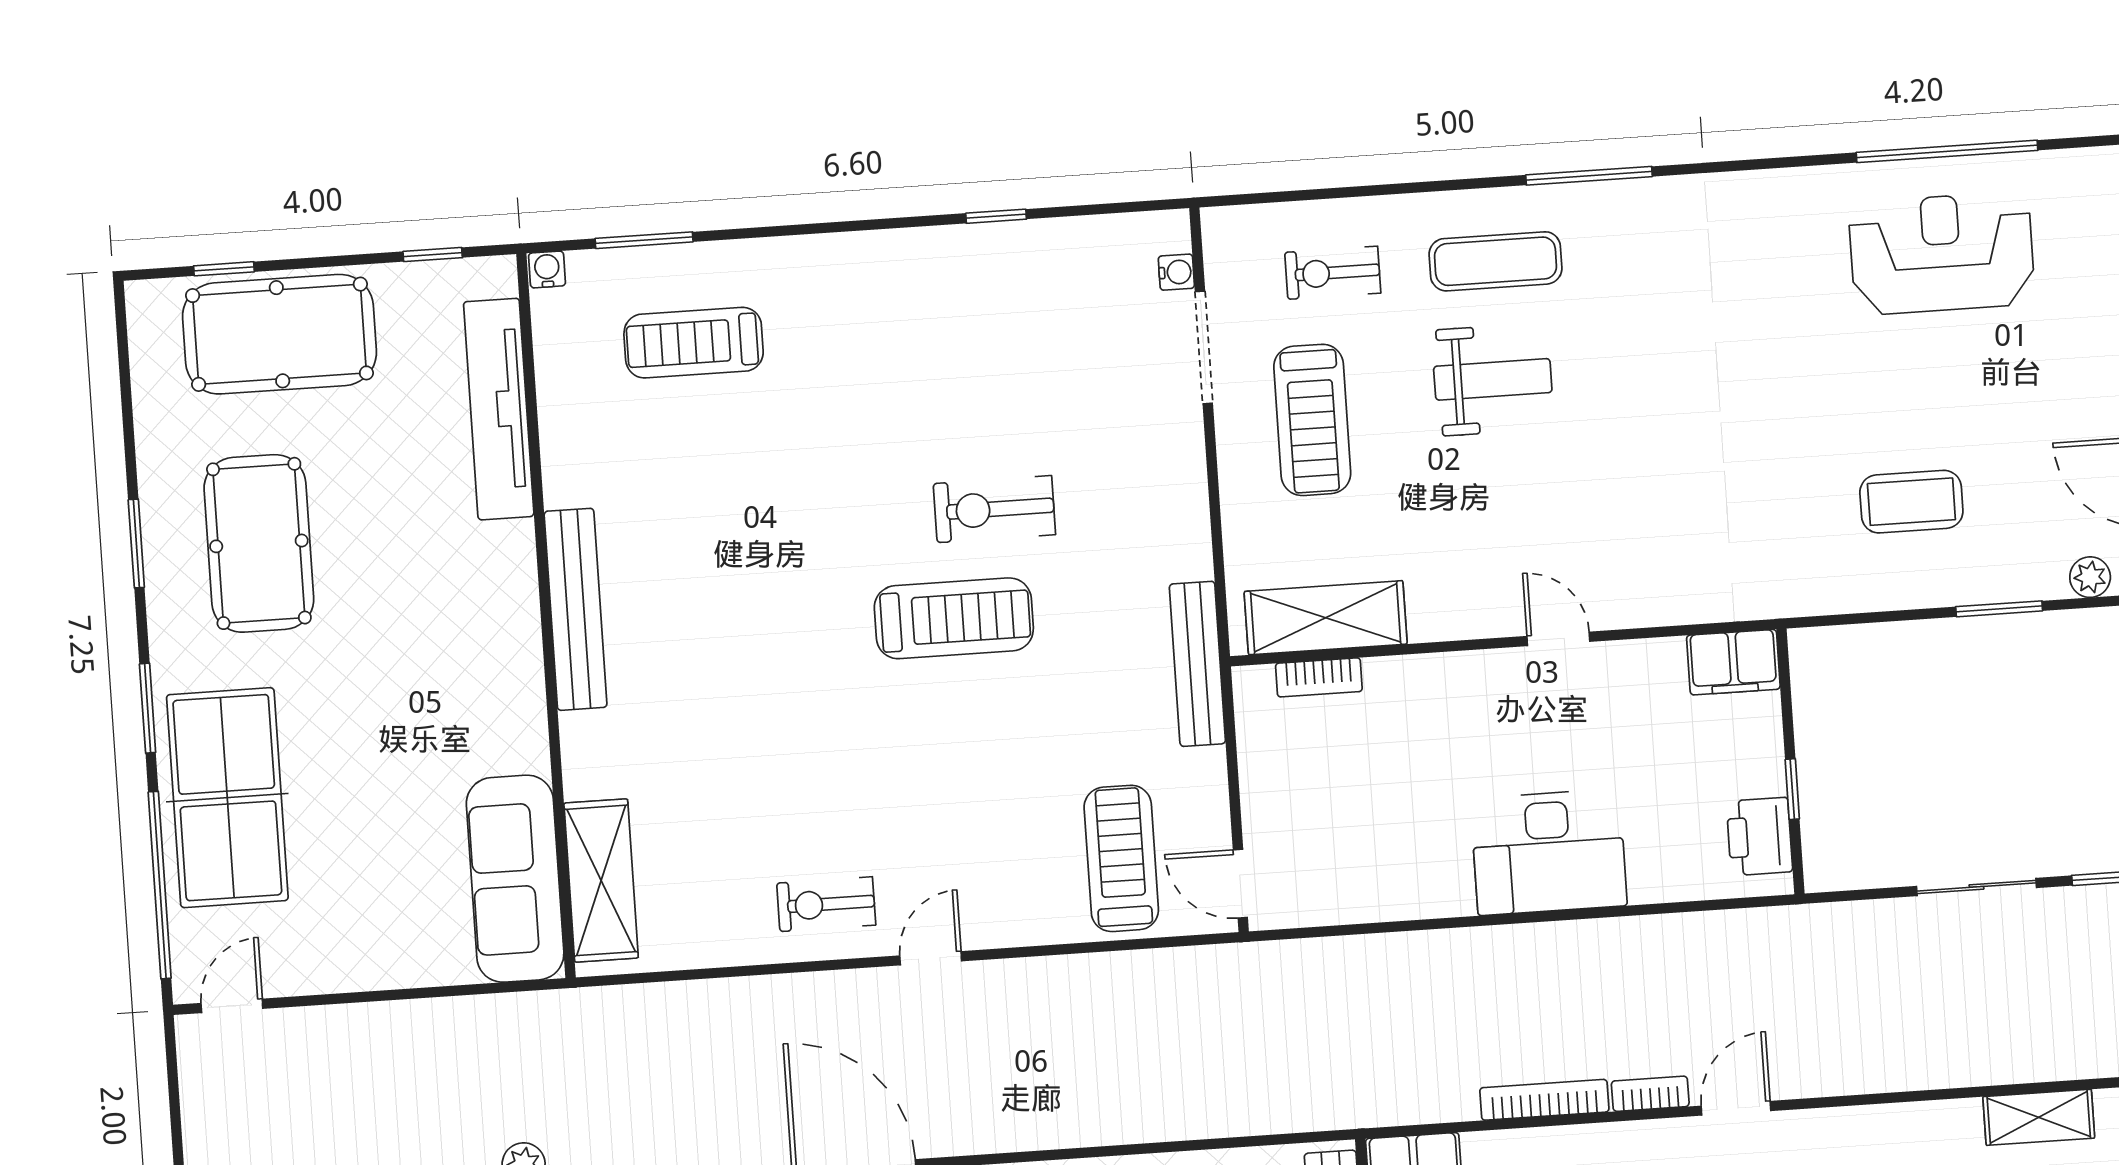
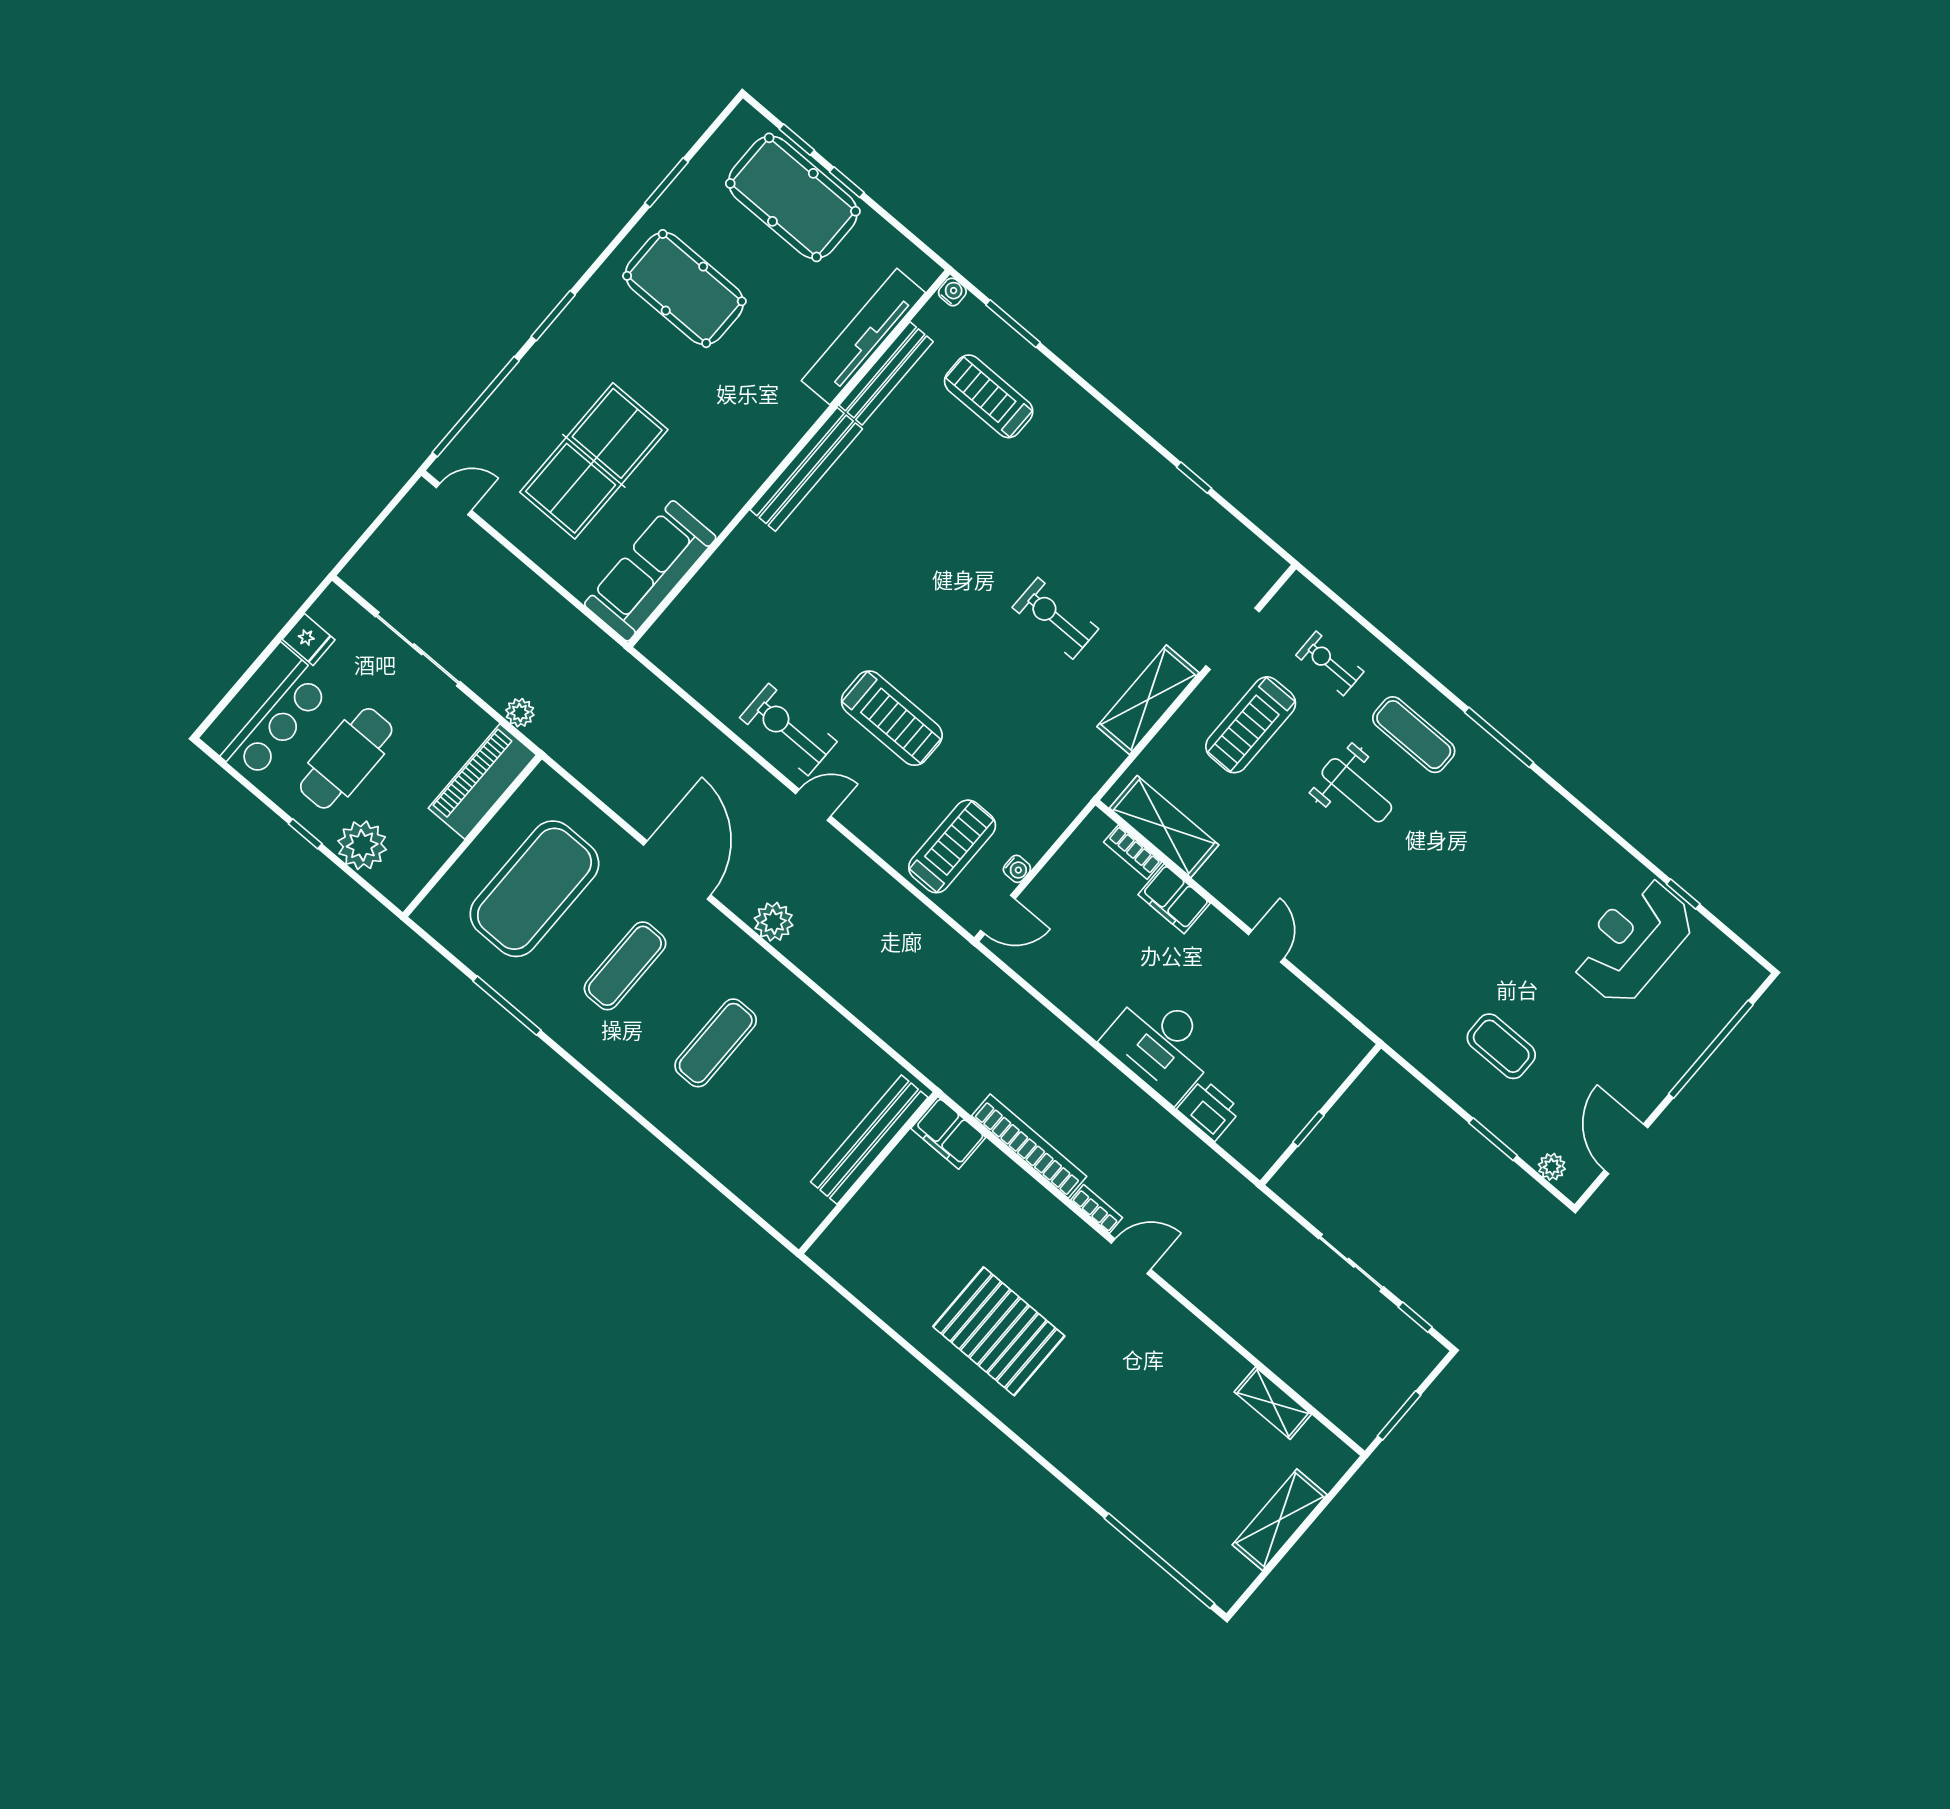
window: (1947, 151) -> (1683, 894), width x0.32
reception desk: (1942, 253) -> (1633, 941), turned -90
window: (433, 255) -> (847, 182), moved
water cooler: (1176, 272) -> (1017, 869), moved
window: (136, 543) -> (667, 182), moved
pool table: (259, 543) -> (684, 289), turned 90
treadmill: (954, 618) -> (892, 718), moved
filing cabinet: (1733, 662) -> (1174, 899), moved
bench: (1197, 664) -> (886, 373), moved
table tennis table: (227, 798) -> (594, 461), moved
printer: (1759, 836) -> (1209, 1110), moved, turned 90
shelving: (601, 880) -> (1148, 700), moved
door: (1240, 884) -> (998, 915), swing flipped
exercise bike: (826, 904) -> (788, 730), width x1.38, depth x1.39
bookcase: (1544, 1100) -> (1029, 1146), width x1.48, depth x1.31
plant: (1010, 1123) -> (774, 922), added

